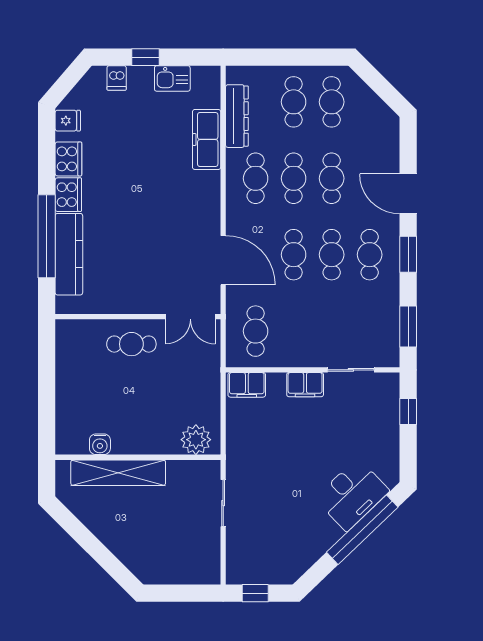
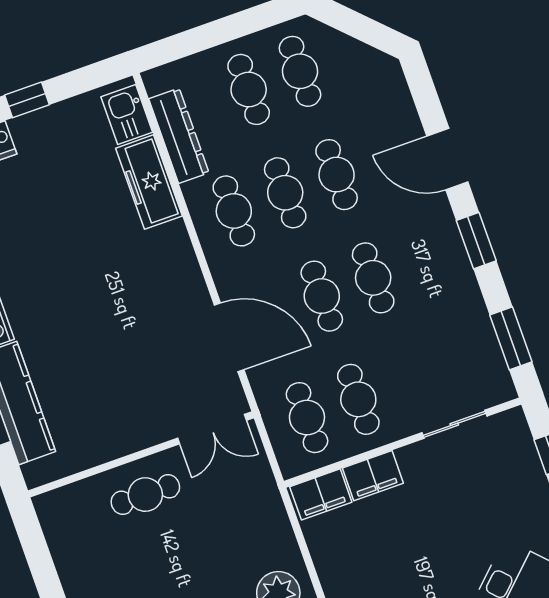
kitchen sink: (172, 78) -> (127, 114), moved, turned 90
cafe table: (370, 255) -> (358, 399), moved
filing cabinet: (305, 385) -> (373, 476), moved

